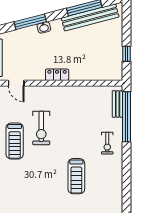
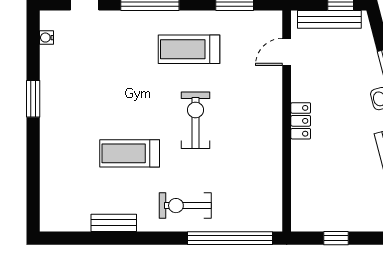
bench: (118, 104) -> (114, 223), moved
exercise bike: (41, 128) -> (195, 120), moved, turned 90
exercise bike: (107, 143) -> (185, 206), width x1.38, depth x1.39

